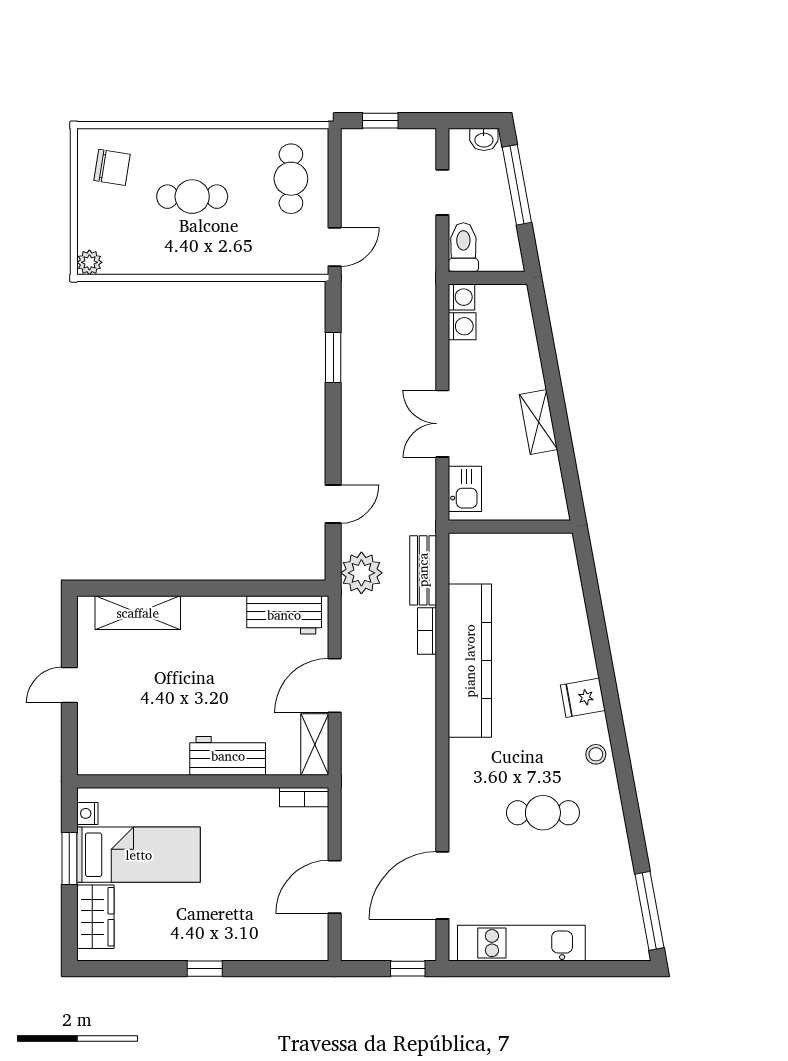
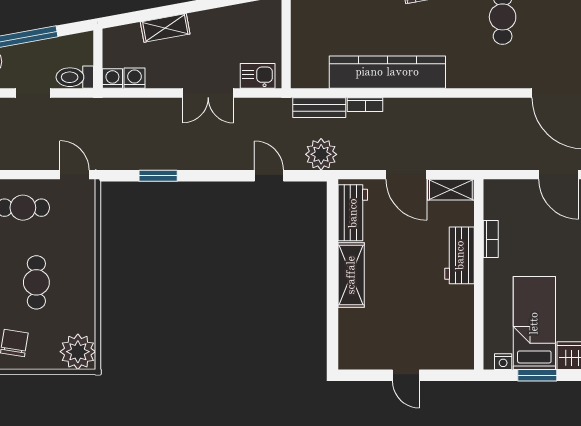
plant: (89, 262) -> (78, 352), width x1.88, depth x1.88
shelving: (539, 422) -> (165, 28), moved
shelving: (138, 613) -> (351, 275), moved
bookcase: (304, 797) -> (491, 239), moved

